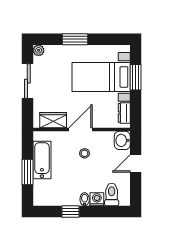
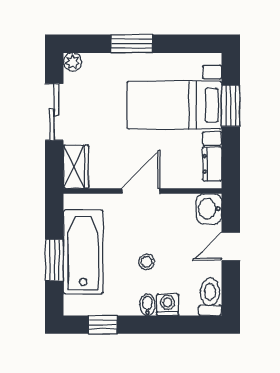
wardrobe: (53, 120) -> (76, 167), moved, turned 90
stool: (84, 153) -> (147, 262), moved
bathtub: (42, 160) -> (83, 252), width x1.36, depth x1.36
toilet: (112, 194) -> (210, 297), moved
window: (70, 212) -> (103, 325), moved

